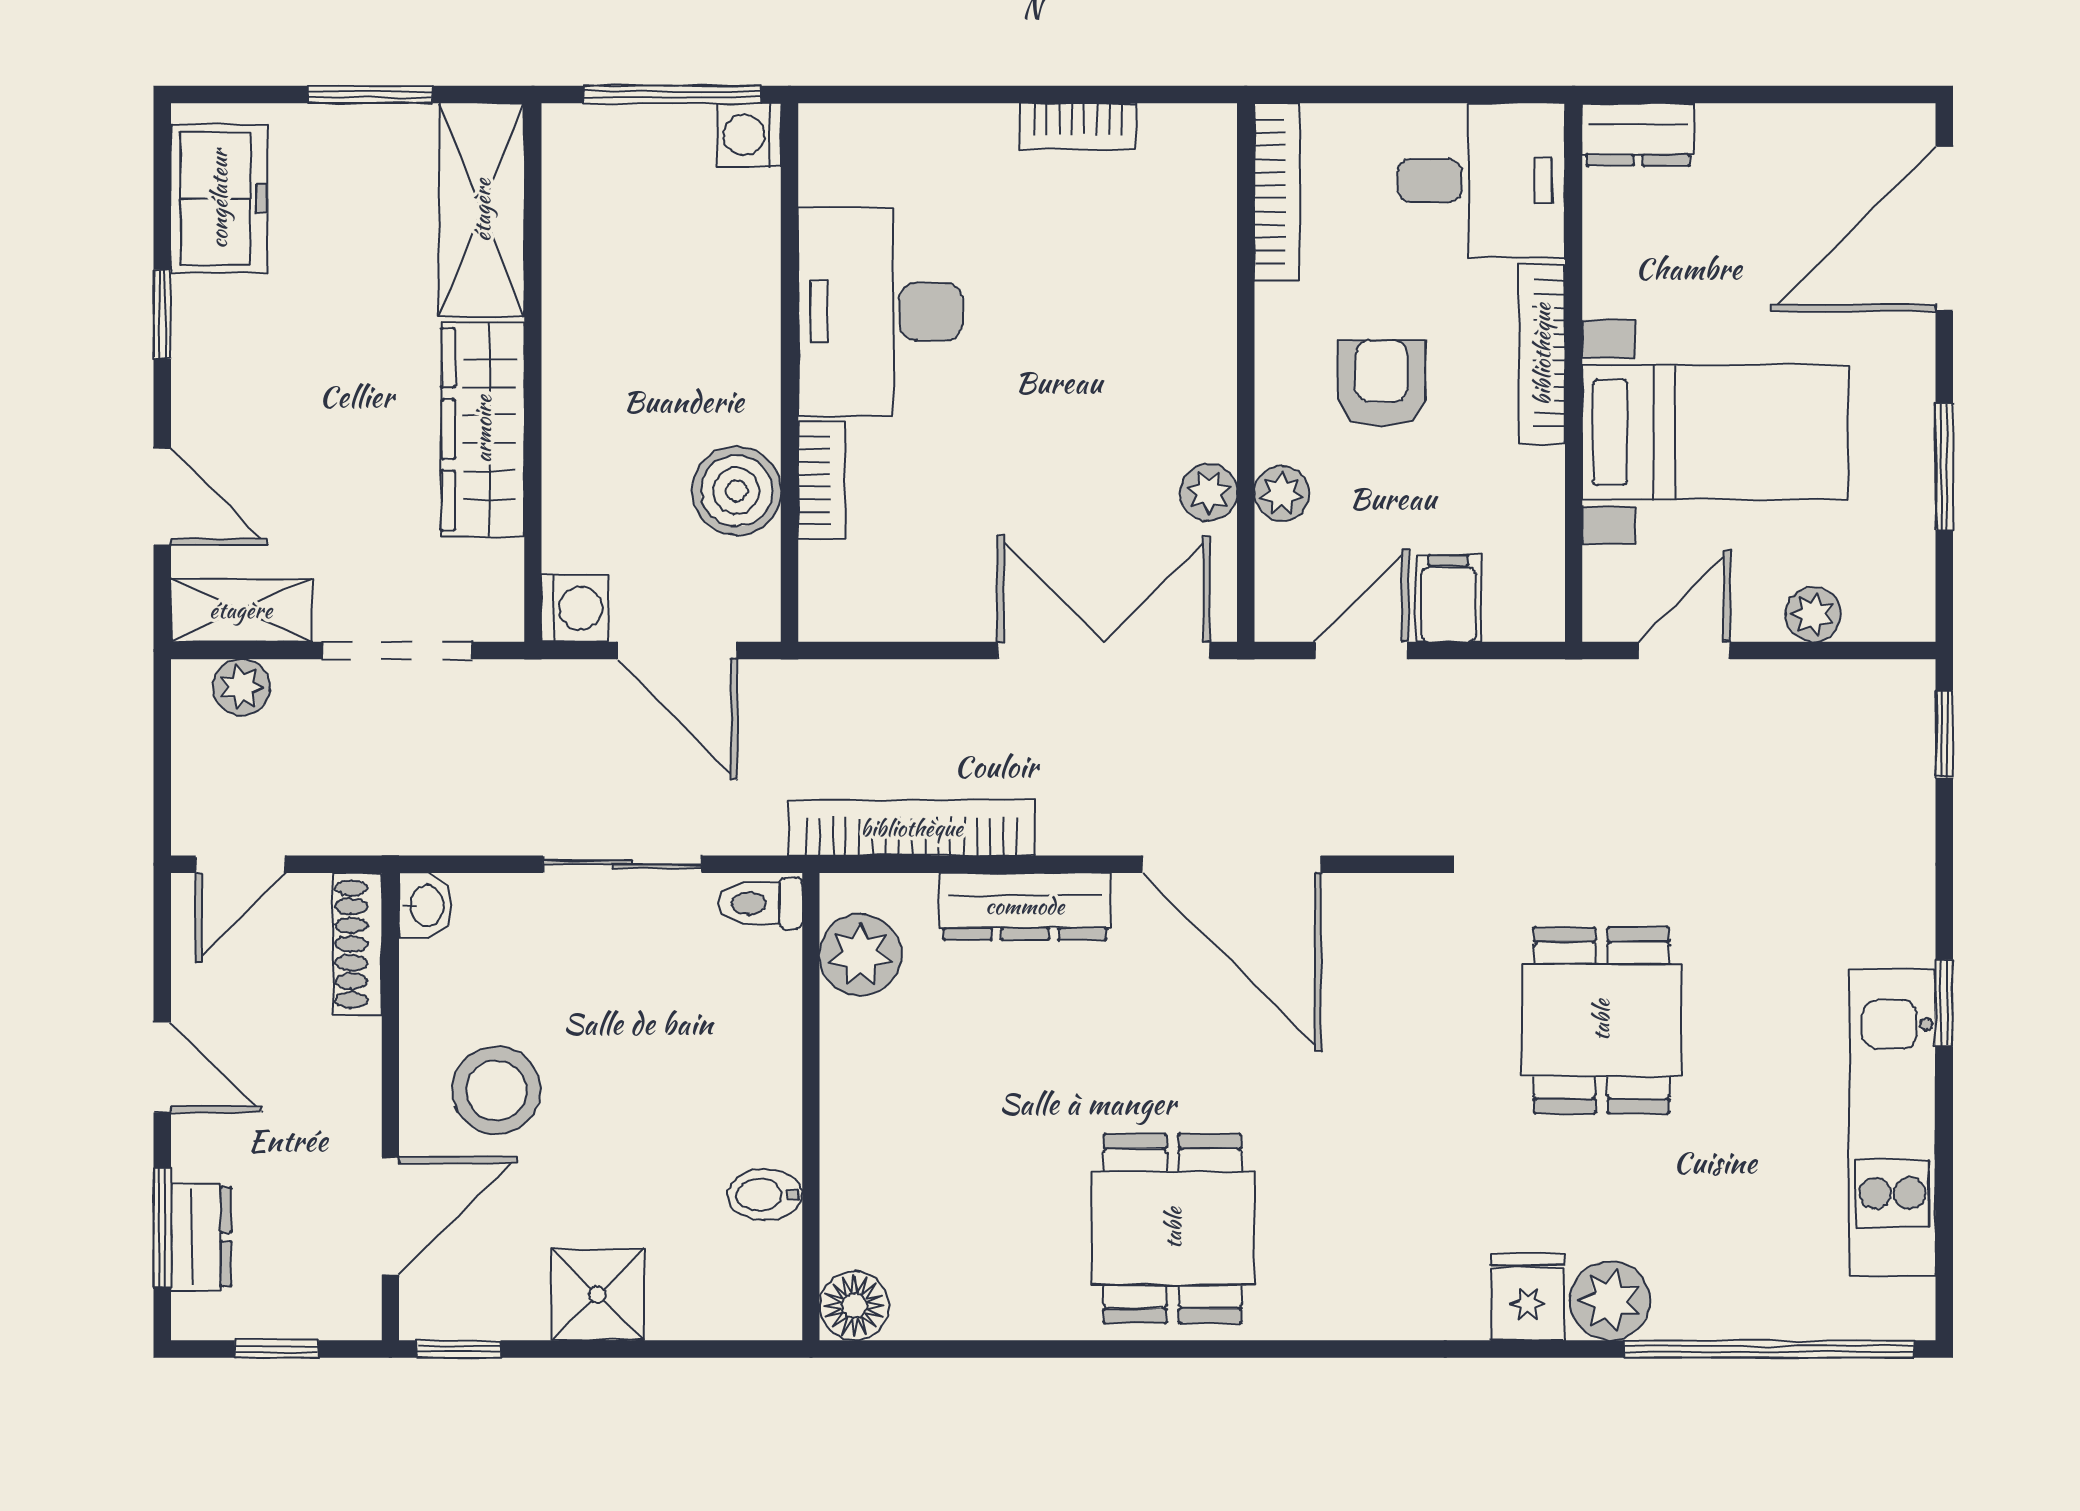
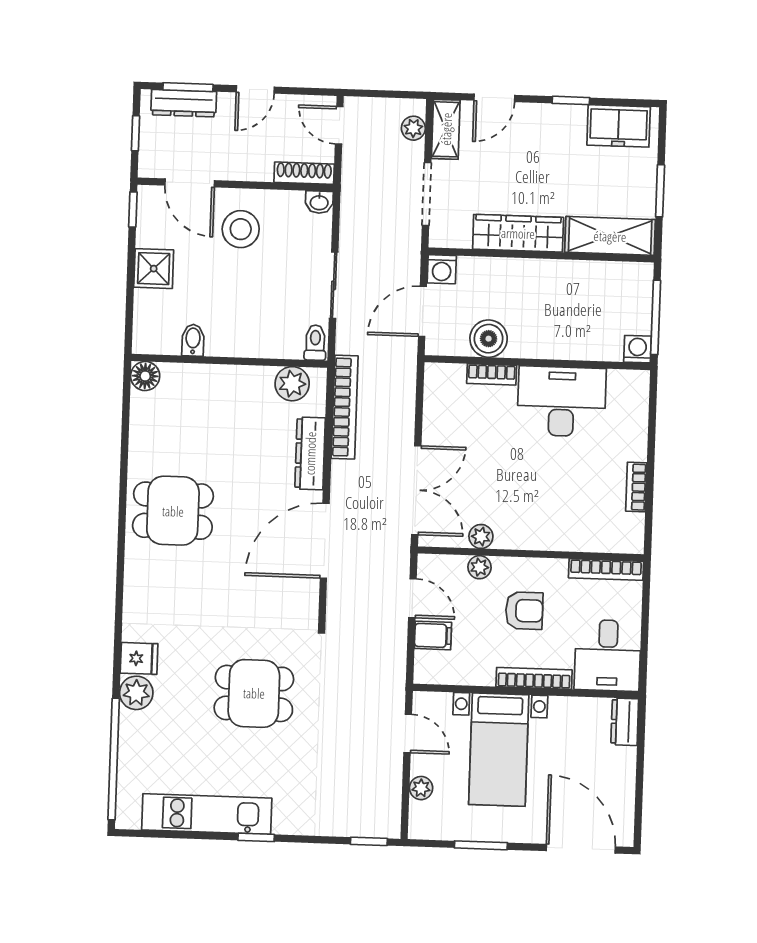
dresser: (201, 1237) -> (184, 103), width x1.44

